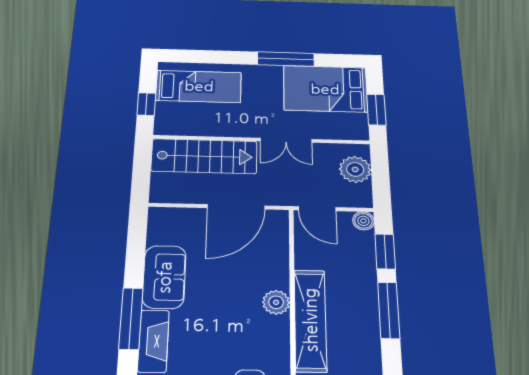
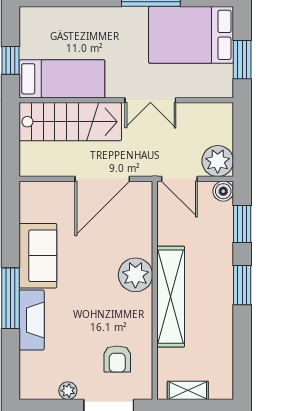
bed: (199, 86) -> (62, 79), moved
plant: (355, 169) -> (218, 161), moved
plant: (276, 302) -> (135, 275), width x1.36, depth x1.36
window: (389, 310) -> (242, 285), width x0.69

